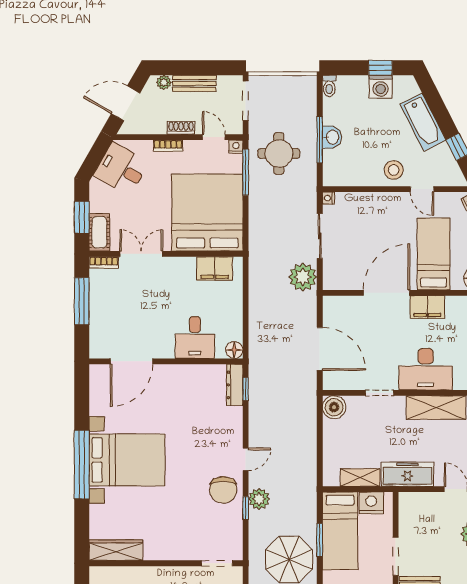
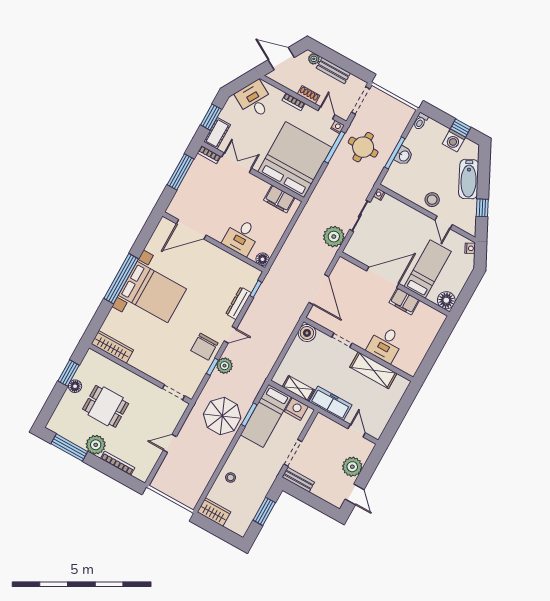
desk: (426, 369) -> (385, 344), width x0.73
dresser: (235, 385) -> (238, 303), moved

